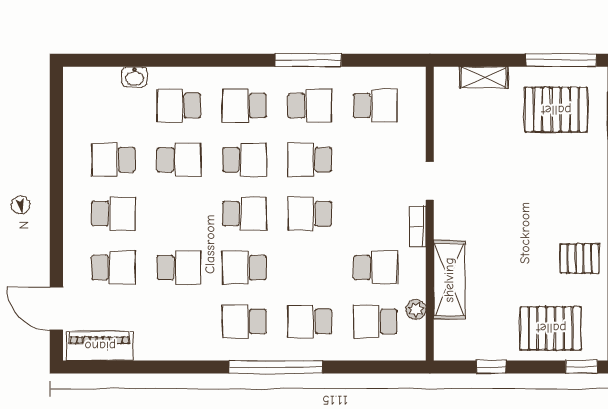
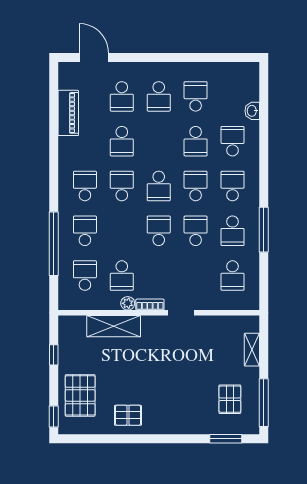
pallet: (556, 110) -> (230, 399), width x0.67, depth x0.71
school desk: (244, 160) -> (196, 186), turned 180
pallet: (580, 259) -> (128, 415), turned 90
door: (56, 308) -> (94, 57), hinge flipped
plant: (416, 310) -> (128, 303), moved
piano: (100, 346) -> (68, 113), moved
window: (276, 367) -> (54, 244), moved

